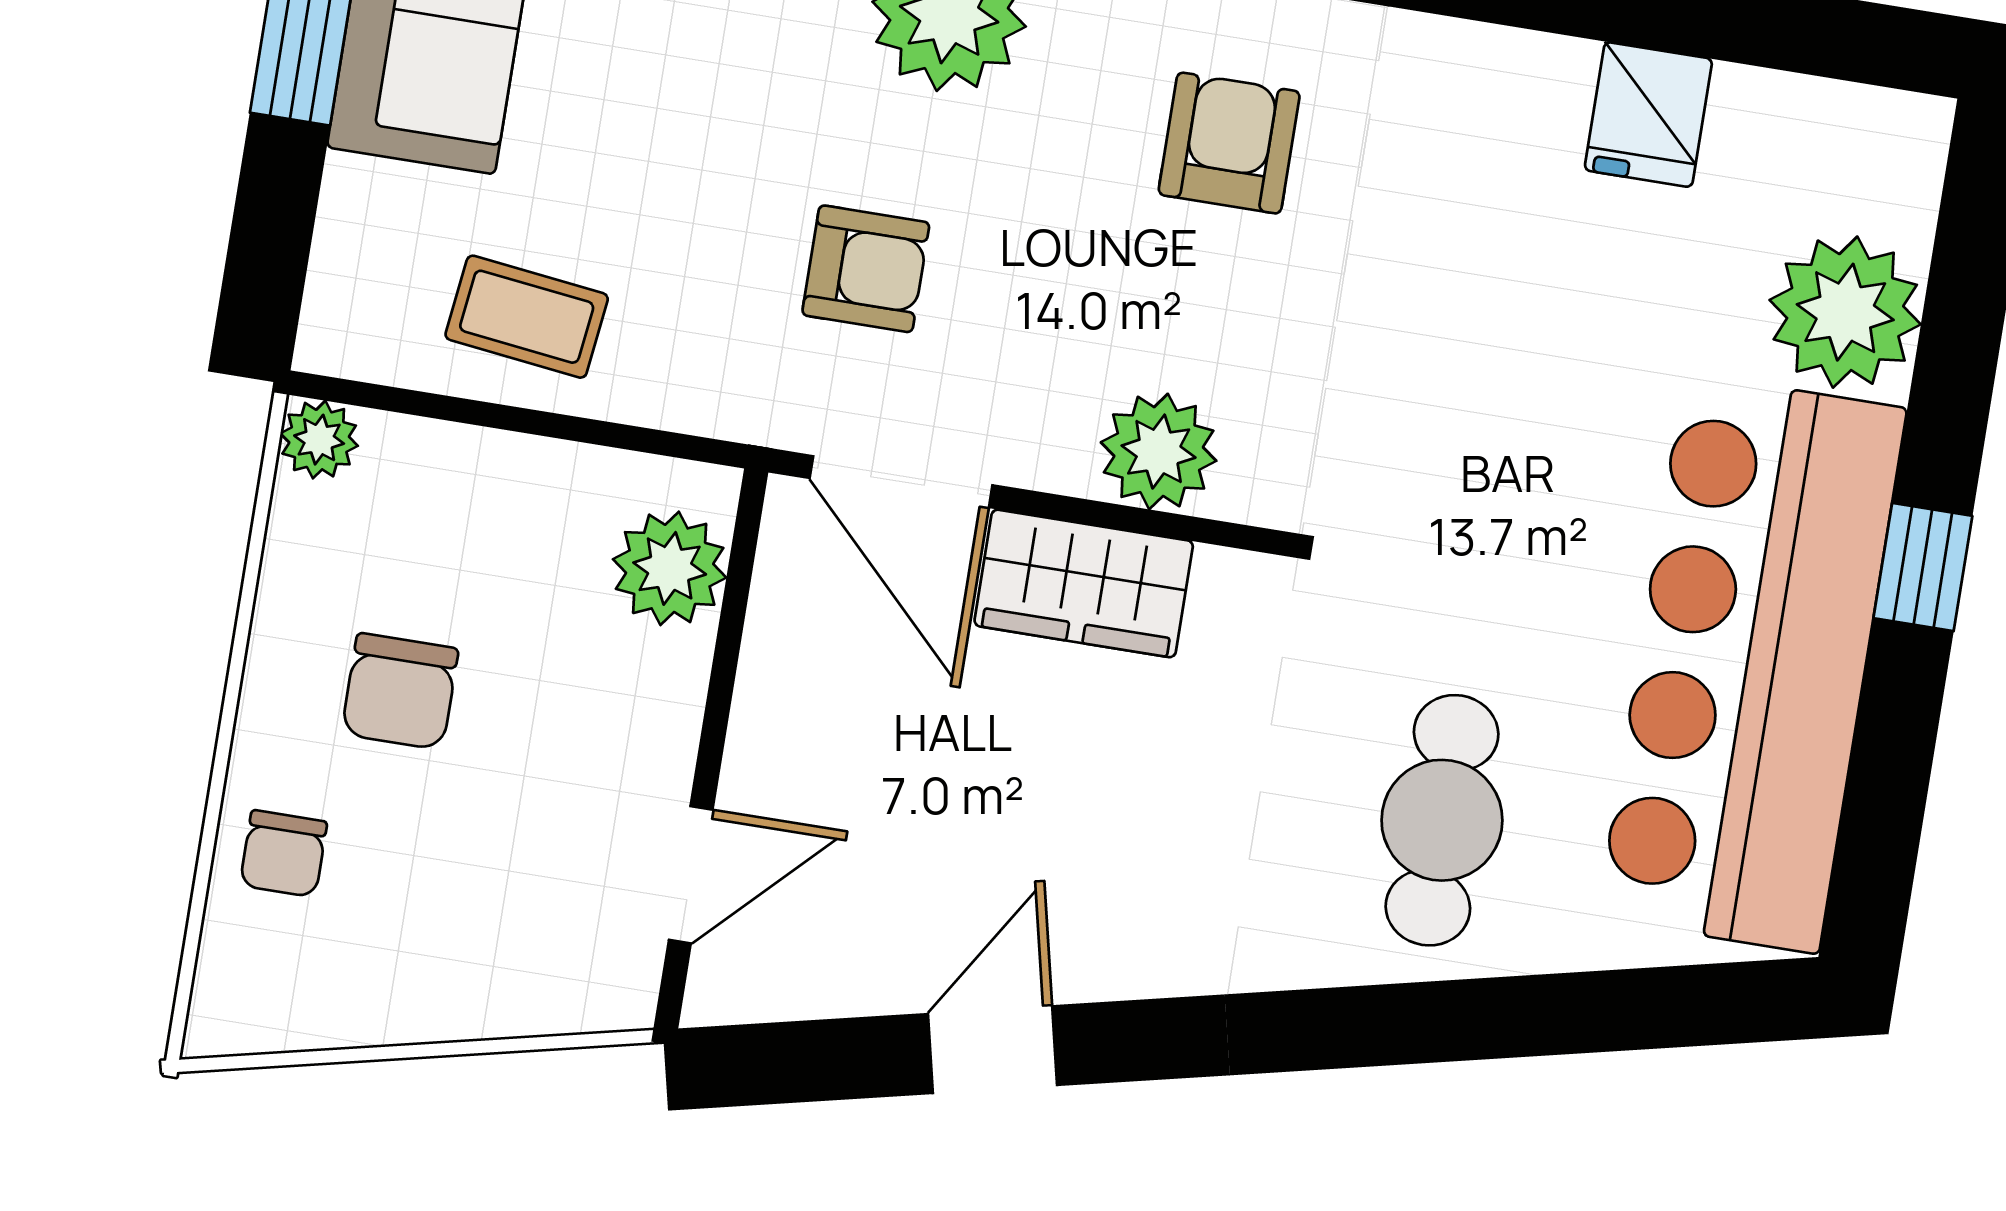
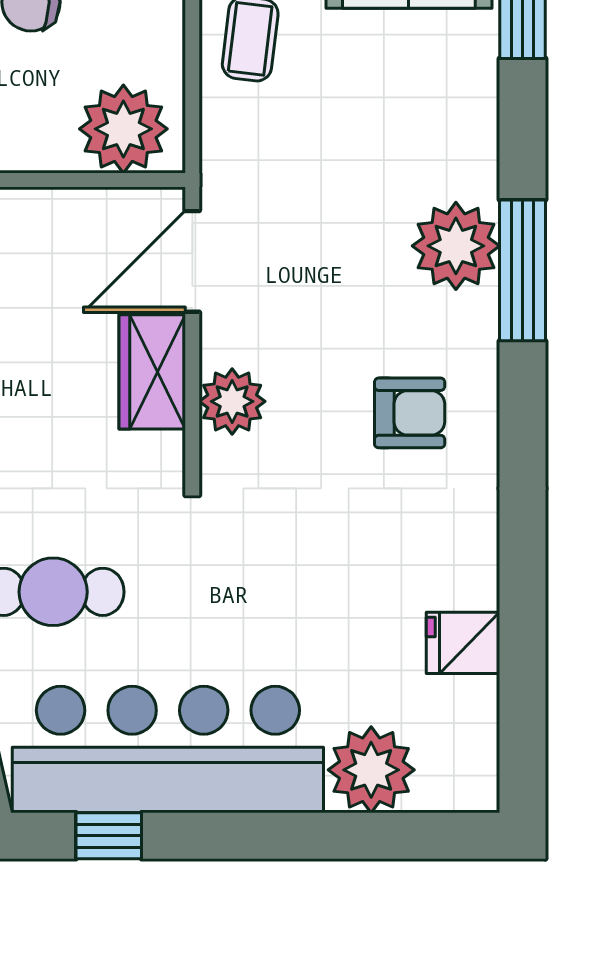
armchair: (866, 269) -> (307, 223), removed
window: (1923, 567) -> (109, 836), moved
plant: (670, 568) -> (123, 129), width x1.36, depth x1.36

